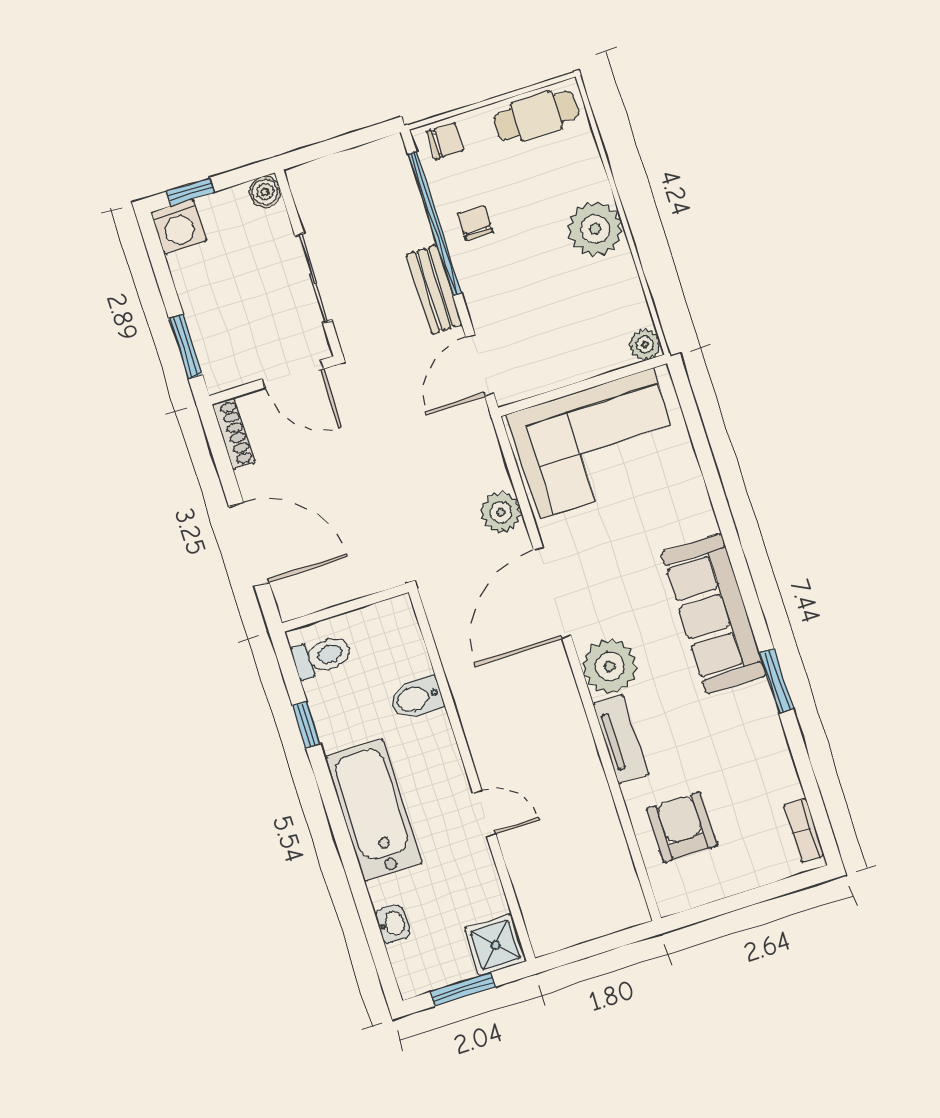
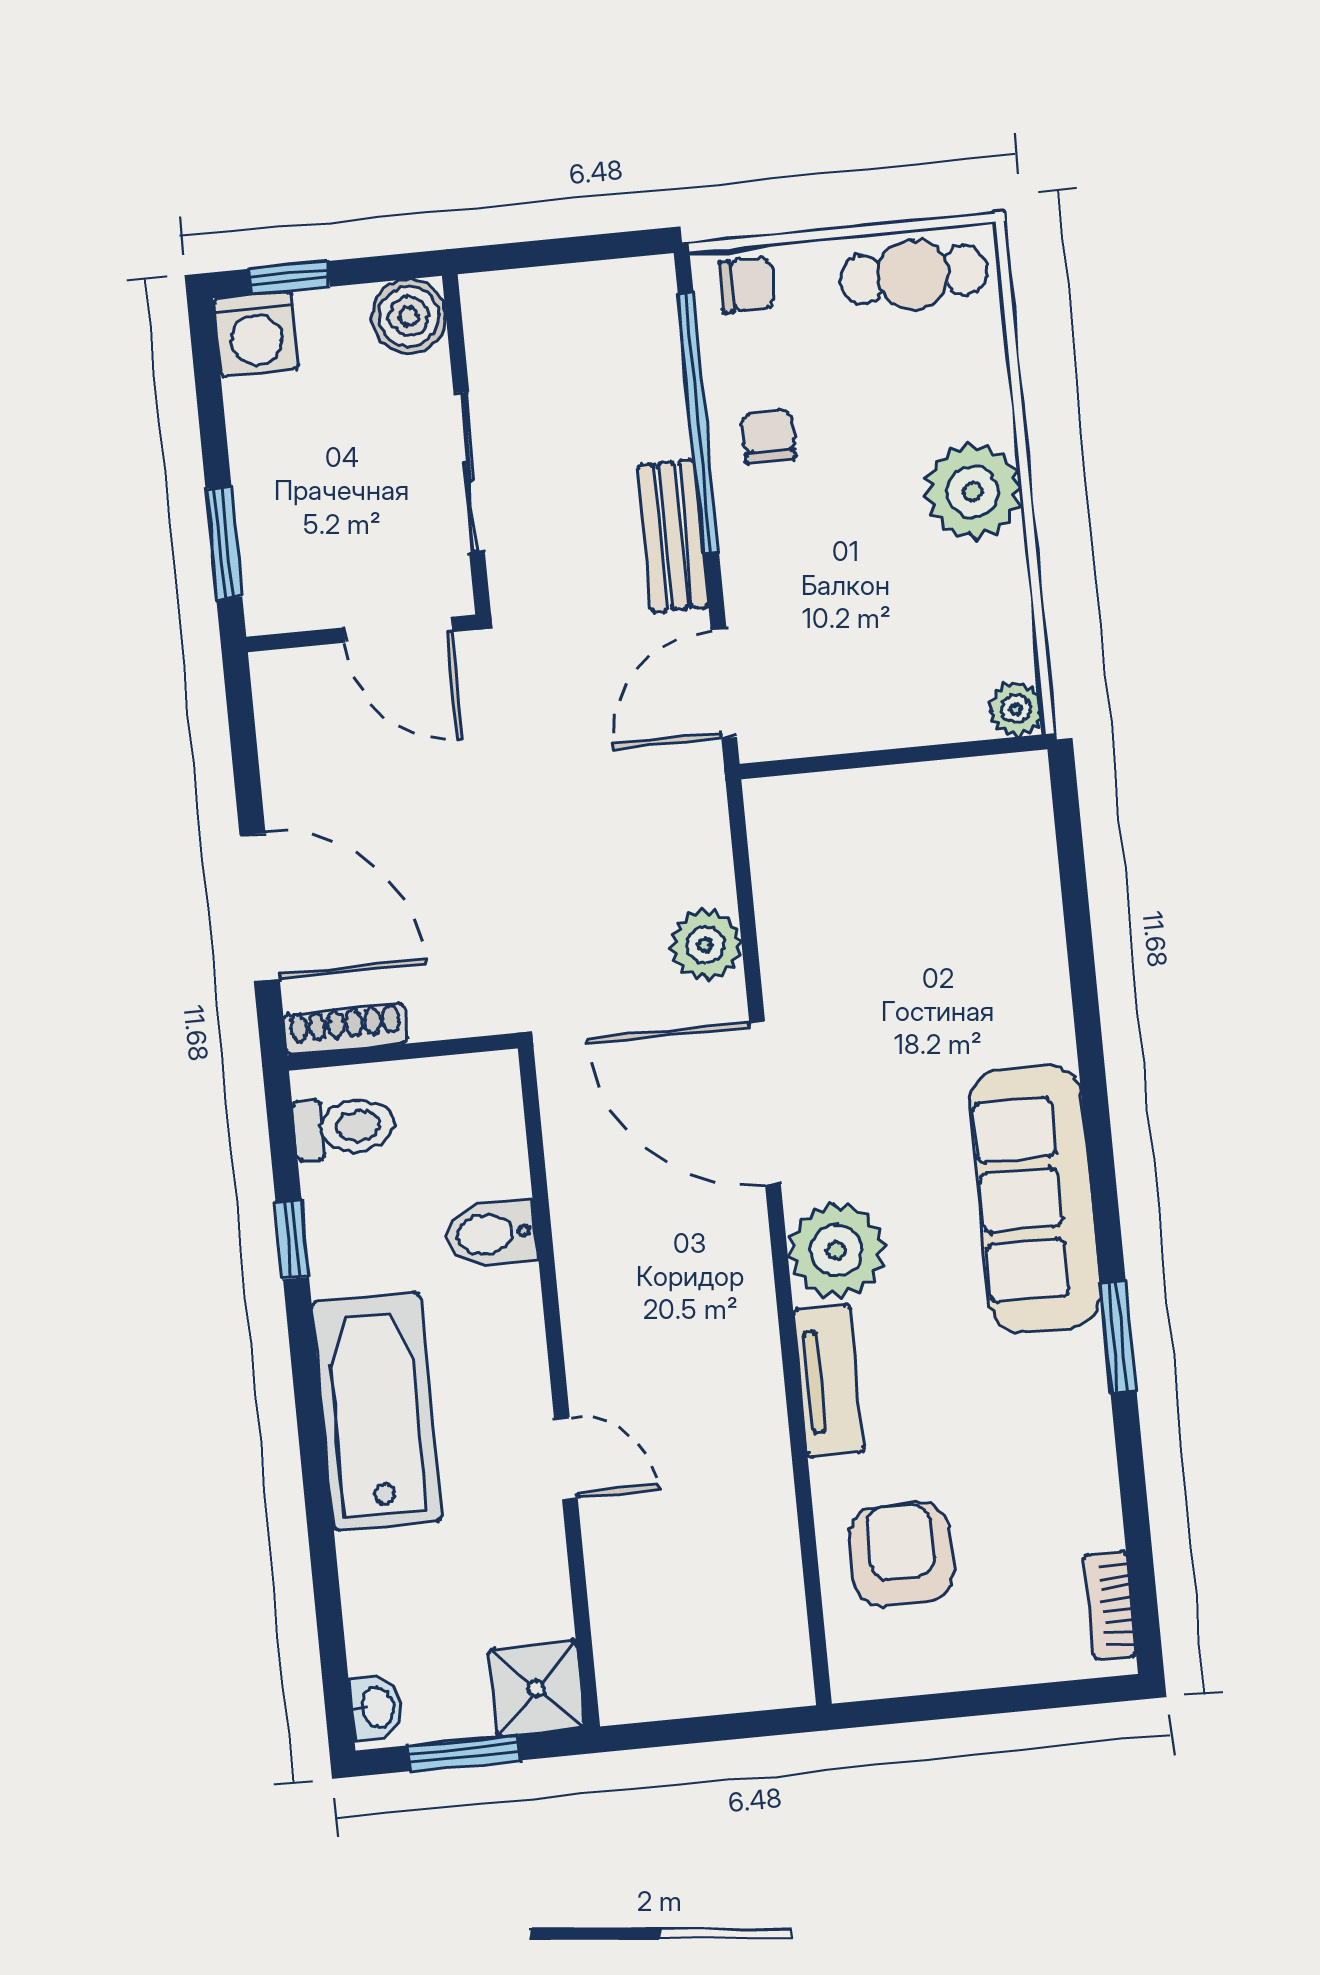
boiler: (265, 192) -> (409, 316), width x1.36, depth x1.36
shoe rack: (233, 433) -> (345, 1029), moved, turned -90
corner sofa: (596, 443) -> (896, 862), removed
door: (552, 593) -> (765, 1103), hinge flipped
washbasin: (393, 924) -> (376, 1707), moved

